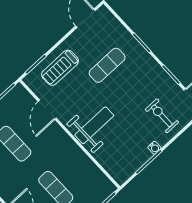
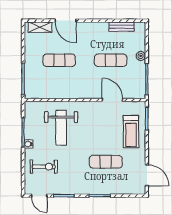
exercise mat: (107, 65) -> (106, 162), turned 90
treadmill: (60, 68) -> (131, 132), turned 180
weight bench: (94, 125) -> (61, 128), moved

